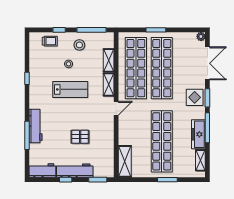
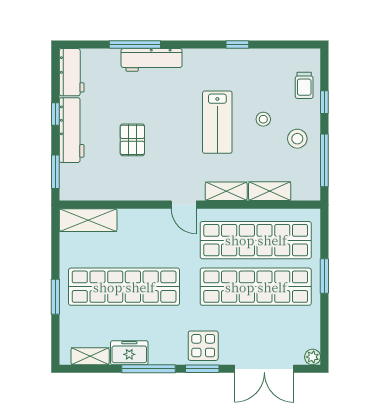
freezer: (198, 134) -> (129, 353), width x0.71

